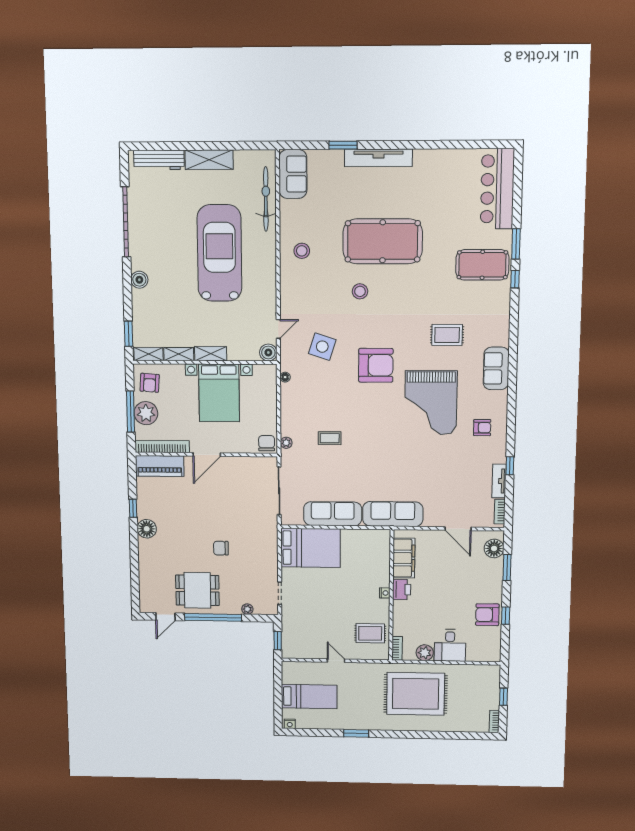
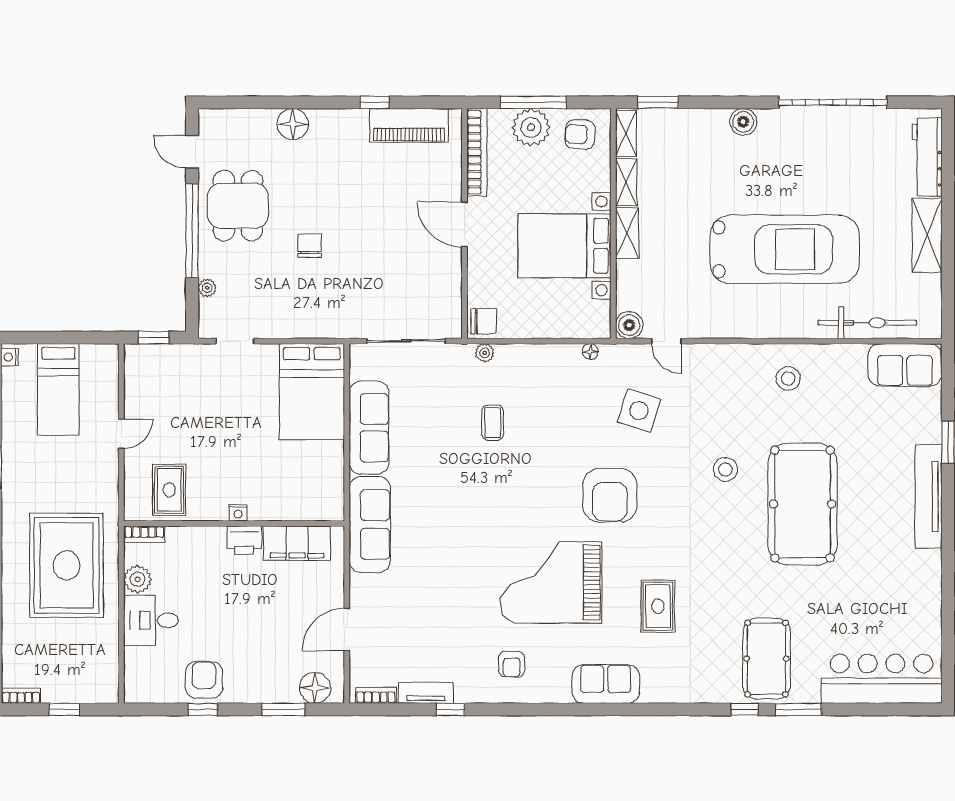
piano: (160, 466) -> (409, 125), moved, turned -90
floor lamp: (147, 529) -> (293, 124), moved

